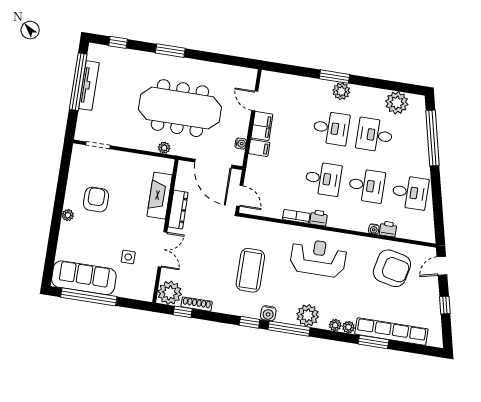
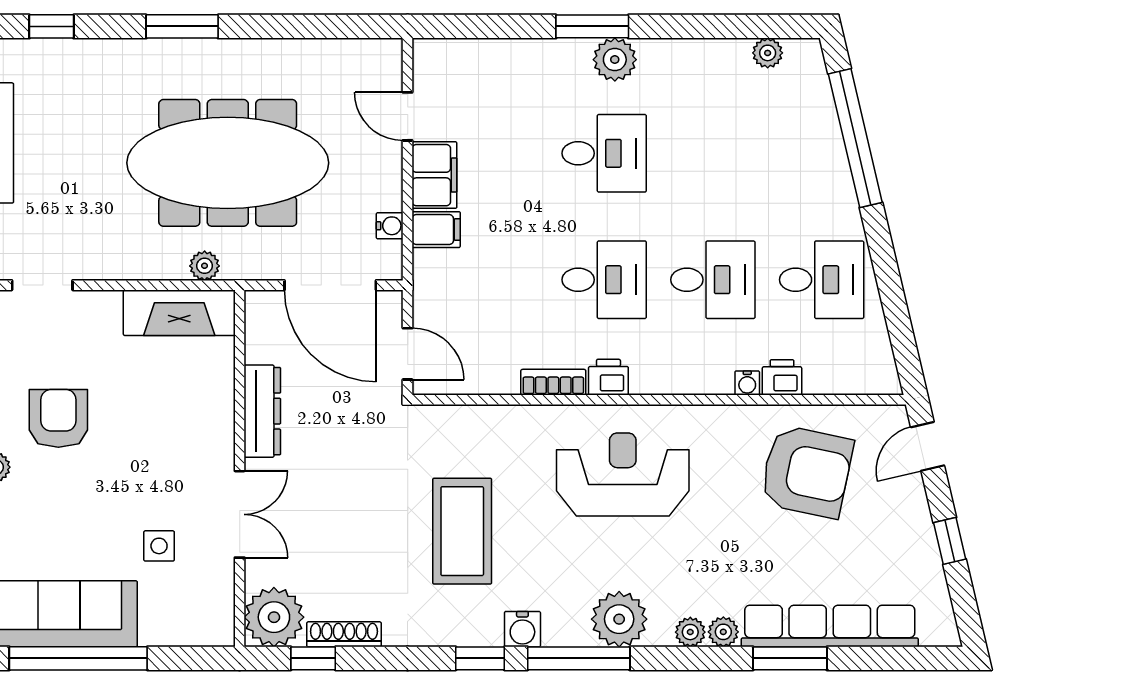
plant: (397, 103) -> (768, 53), width x0.53, depth x0.53
desk: (375, 135) -> (713, 153), removed
fireplace: (160, 196) -> (179, 313), moved, turned -90

